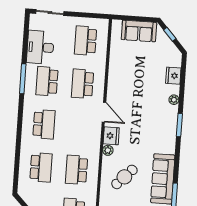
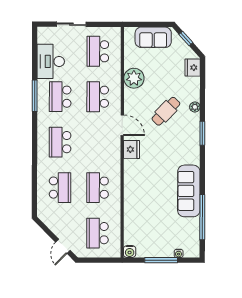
sliding door: (50, 12) -> (71, 24), moved
fridge: (173, 76) -> (193, 68), moved
school desk: (44, 124) -> (60, 142), turned 180
plant: (108, 150) -> (134, 78), moved, width x1.88, depth x1.88
cafe table: (124, 177) -> (166, 111), moved

